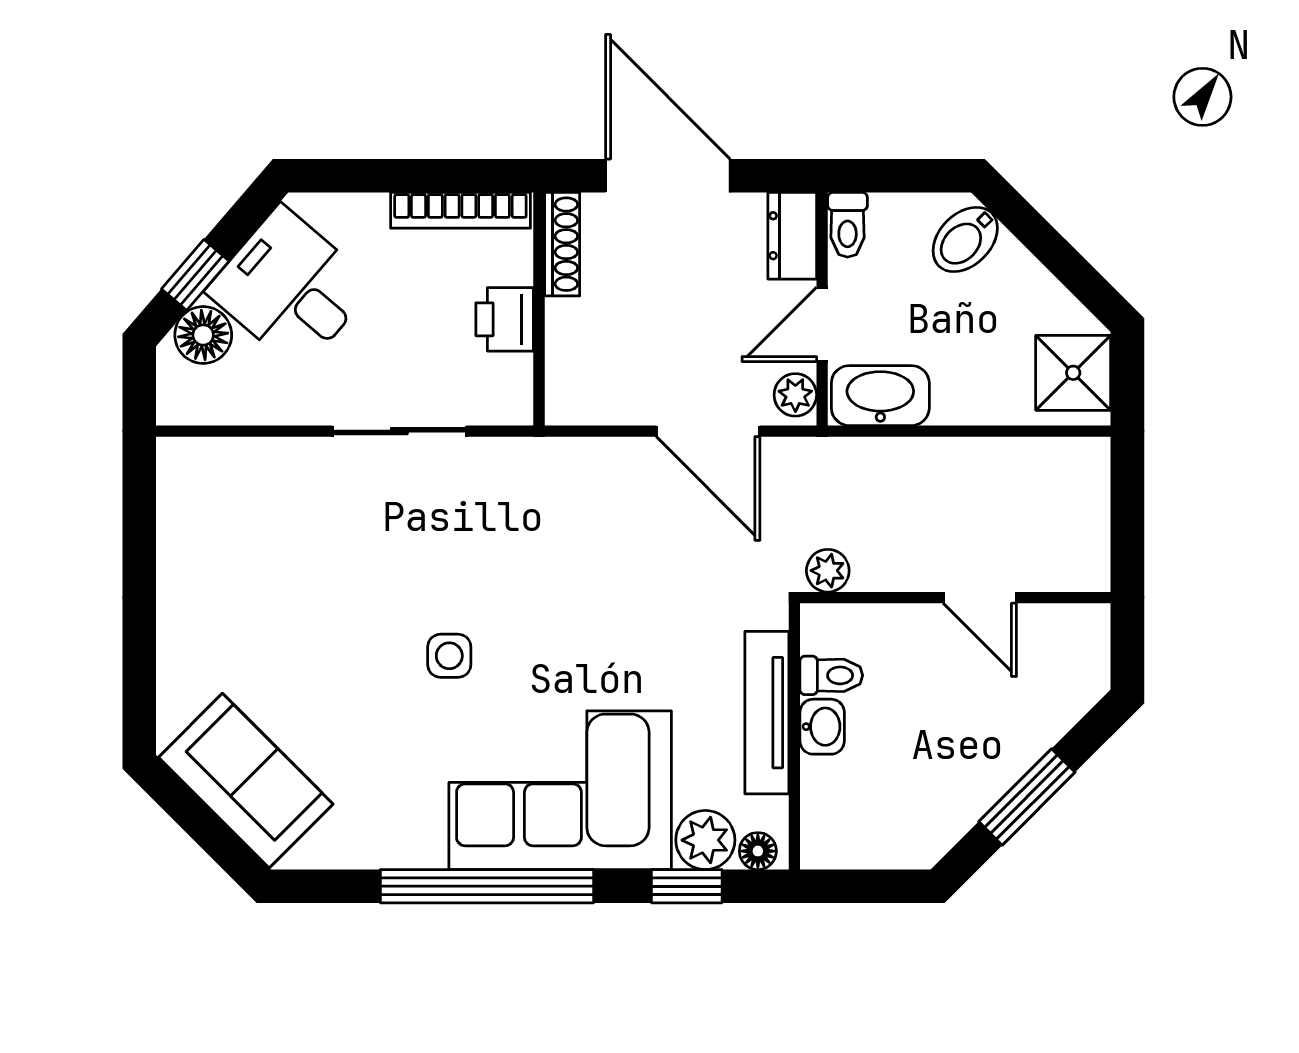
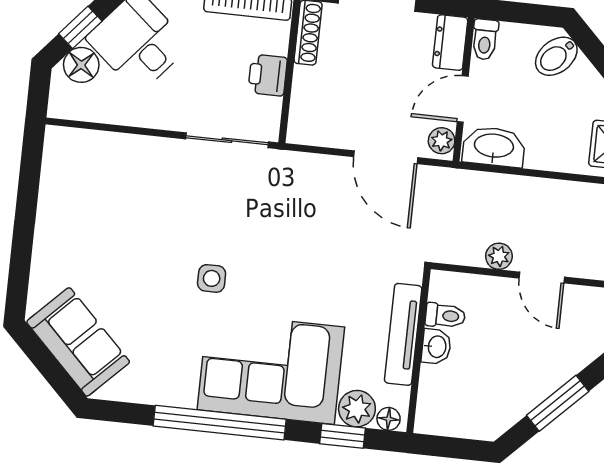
sliding door: (399, 431) -> (227, 140), moved
plant: (828, 571) -> (499, 256), moved

